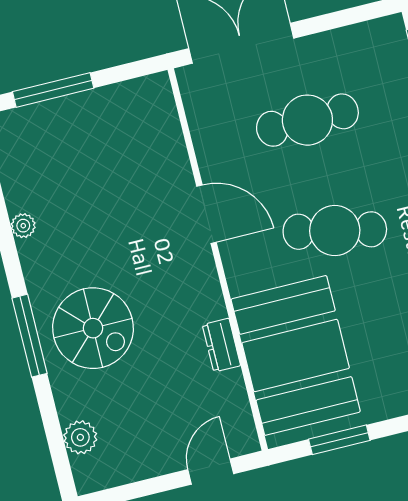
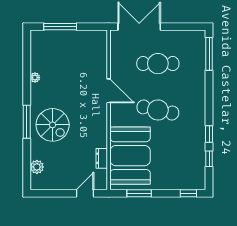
dresser: (221, 345) -> (102, 158), moved

